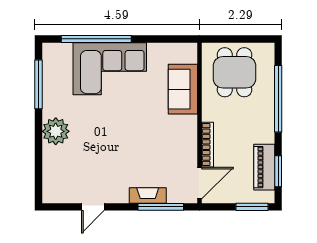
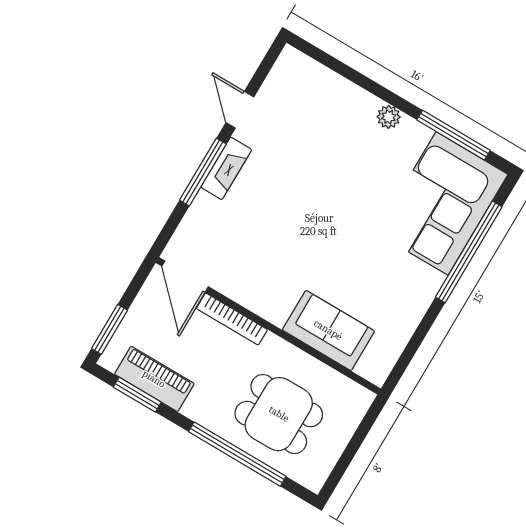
corner sofa: (110, 69) -> (442, 203), moved
dining table: (235, 72) -> (279, 414), moved
plant: (56, 131) -> (389, 117), width x0.53, depth x0.53
fireplace: (148, 195) -> (226, 168), moved
window: (161, 207) -> (203, 172), moved

